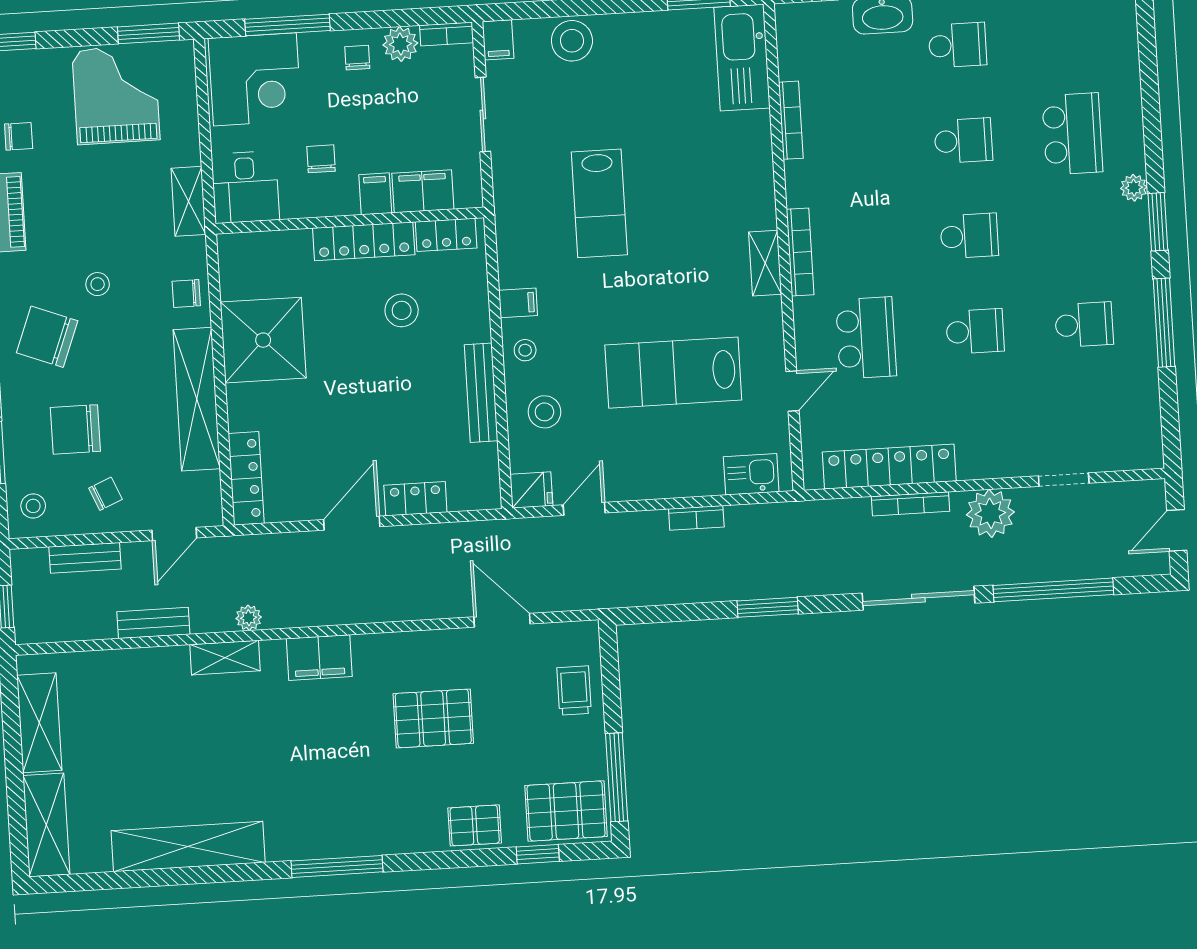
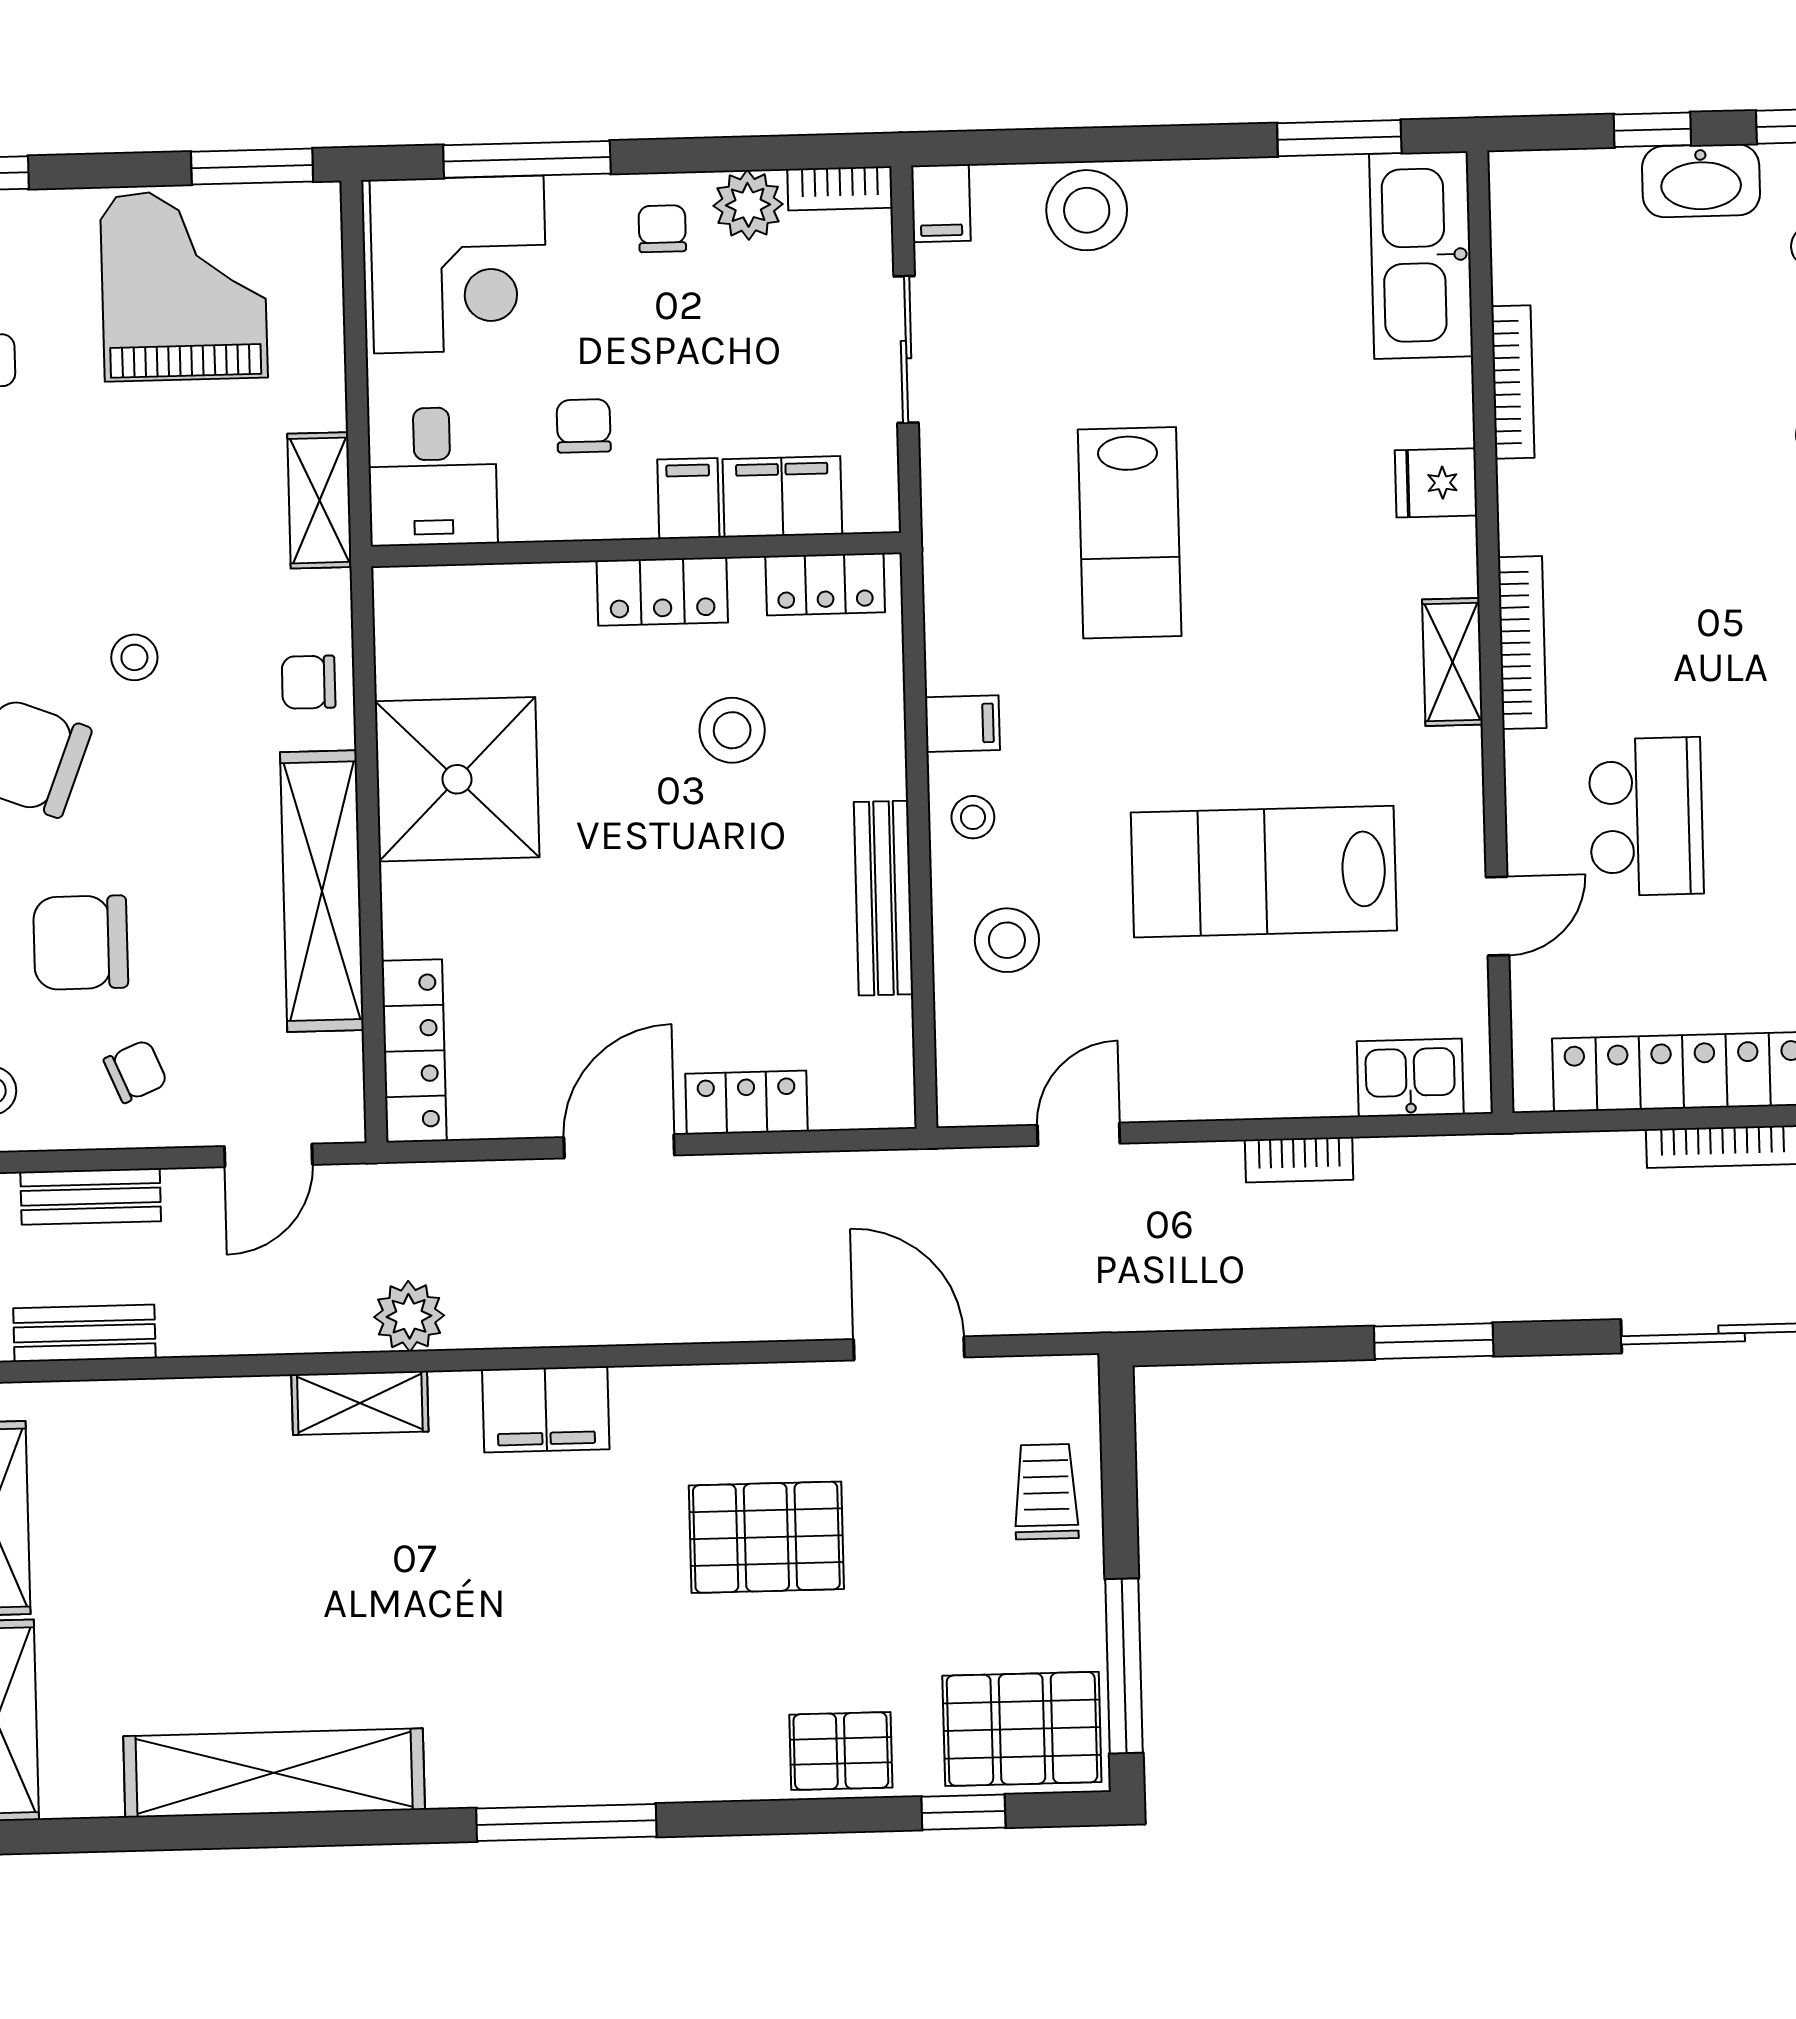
locker: (364, 241) -> (662, 591), width x0.66
fridge: (531, 490) -> (1436, 483), moved, turned 180
plant: (249, 618) -> (409, 1316), width x1.38, depth x1.38
bench: (153, 623) -> (84, 1333), moved

